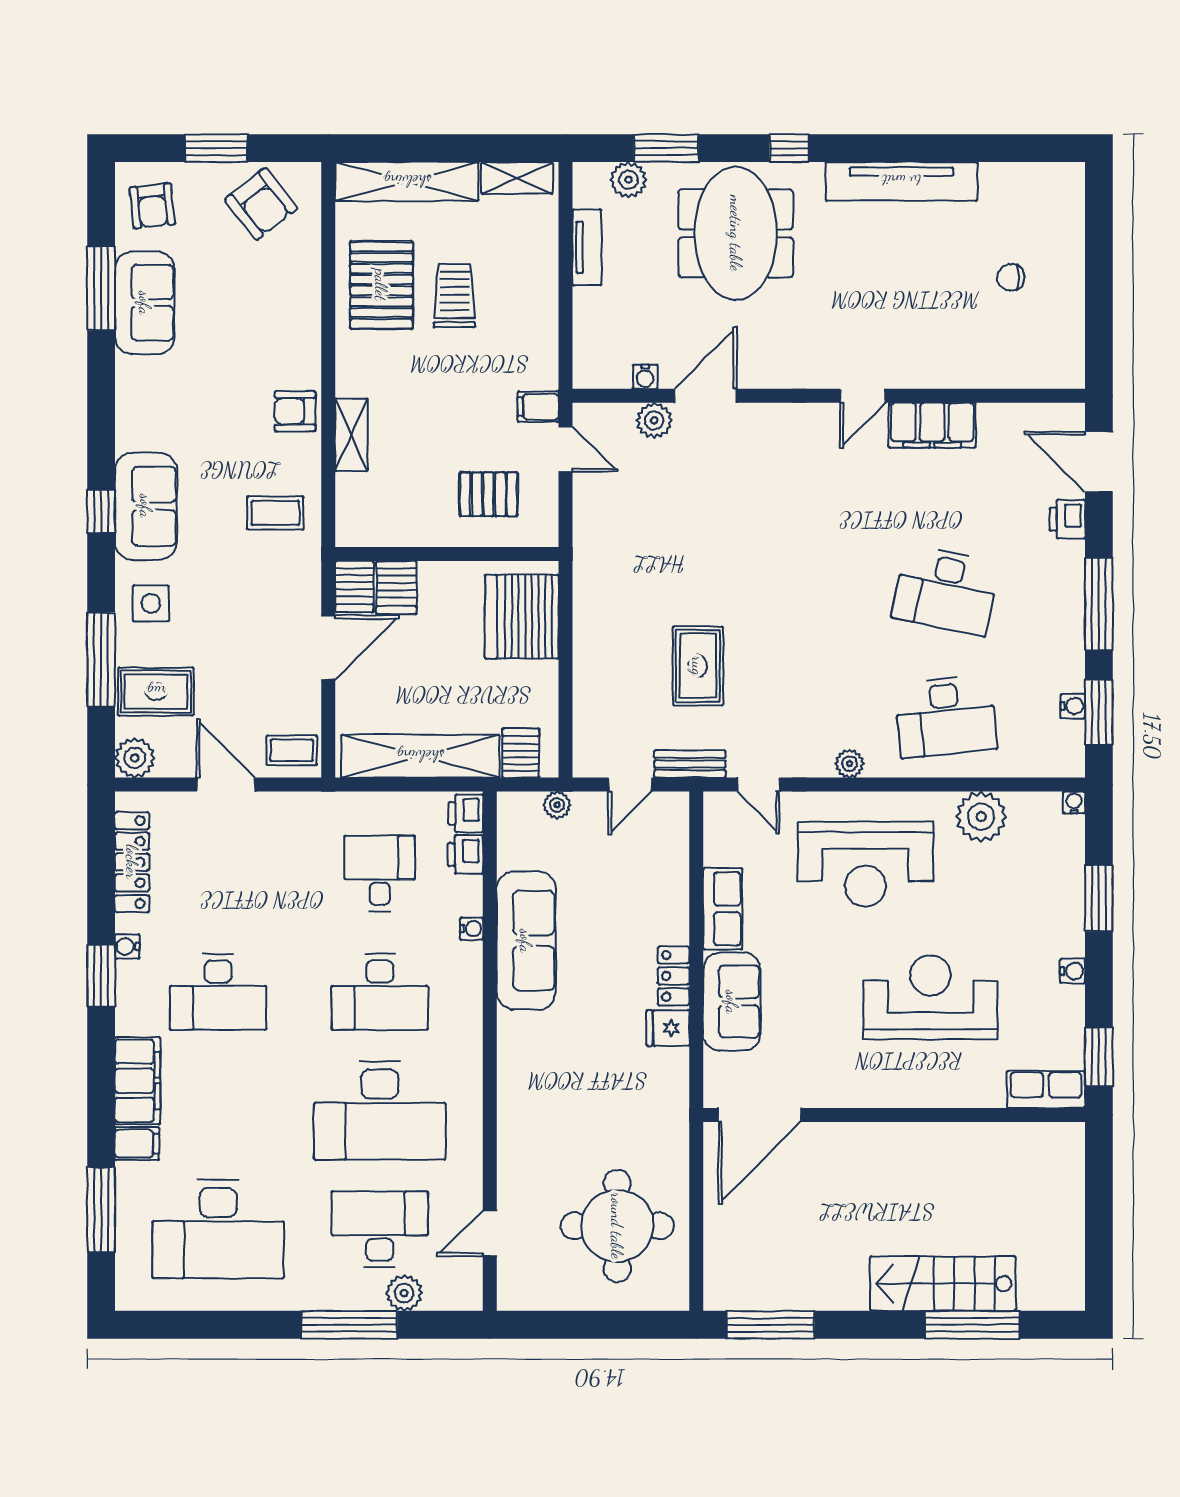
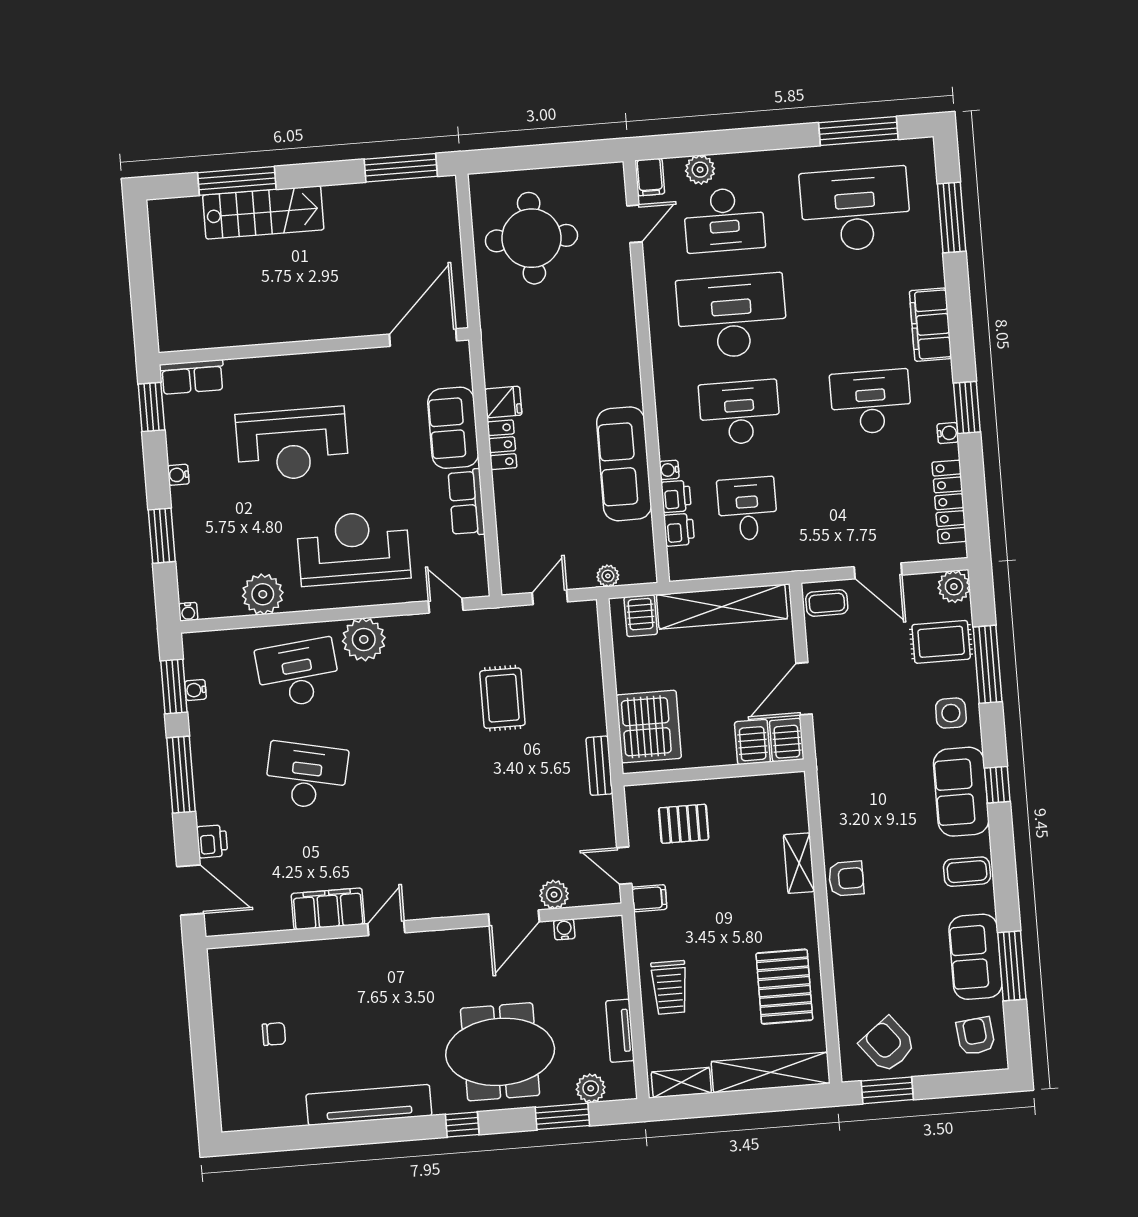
window: (216, 148) -> (887, 1090), moved
meeting table: (736, 233) -> (500, 1052), turned 90
trolley: (454, 295) -> (670, 987), moved
coffee table: (275, 513) -> (967, 872), moved
bench: (690, 764) -> (599, 766), moved, turned 90
plant: (850, 764) -> (364, 639), width x1.88, depth x1.88
printer: (466, 813) -> (676, 496), moved
desk: (380, 873) -> (747, 509), turned 180
filing cabinet: (137, 1144) -> (650, 177), moved, turned -90
window: (349, 1325) -> (858, 131), moved

